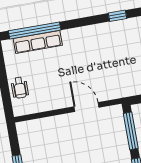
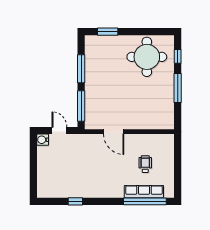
wheelchair: (20, 88) -> (145, 164), moved

